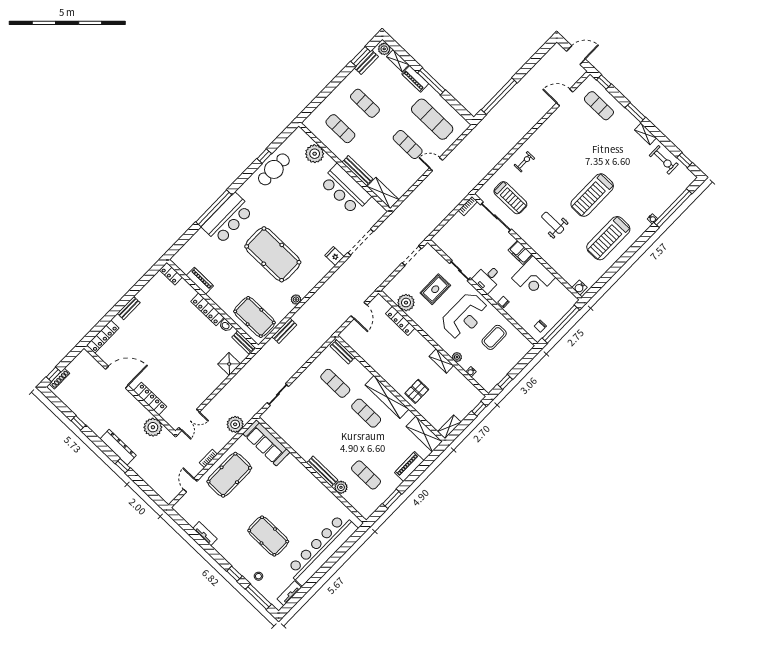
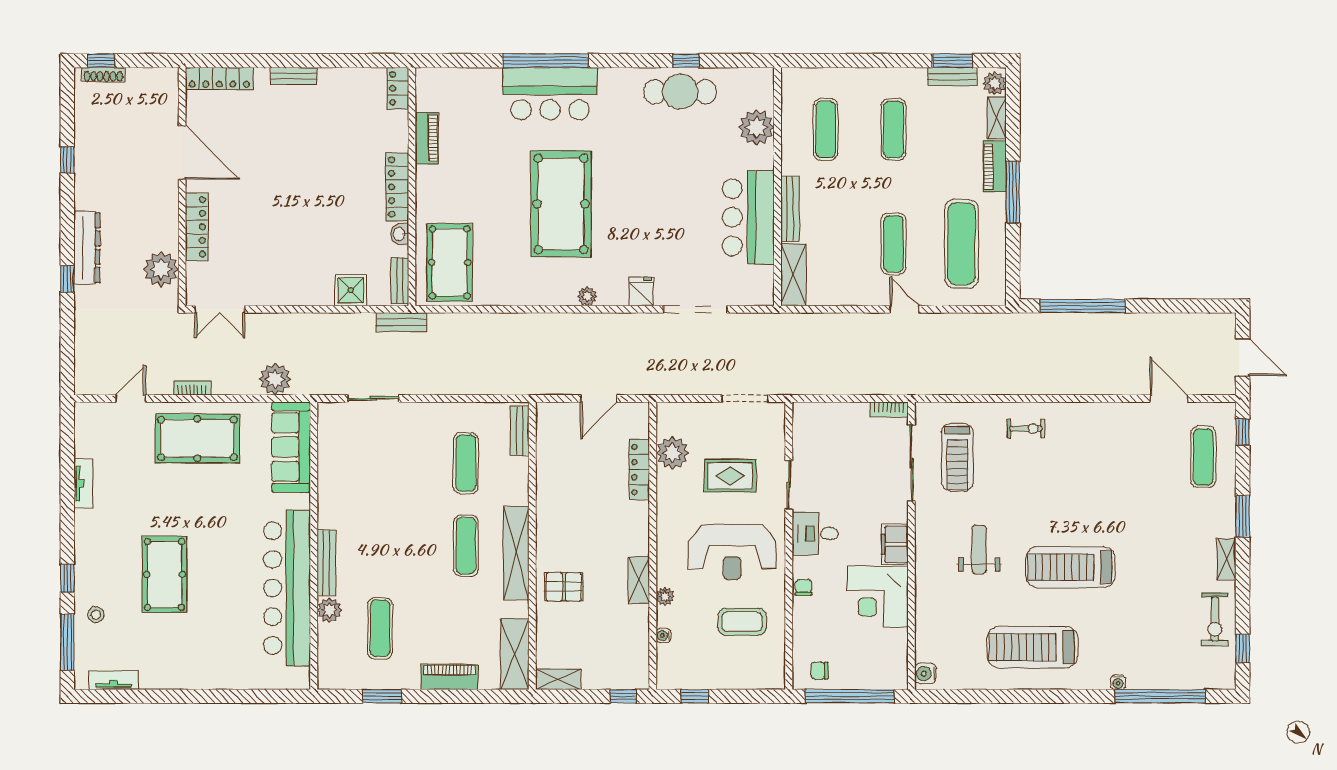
plant: (296, 299) -> (587, 296), moved
bench: (284, 331) -> (401, 322), moved
bar counter: (322, 549) -> (287, 588), moved, turned -90

